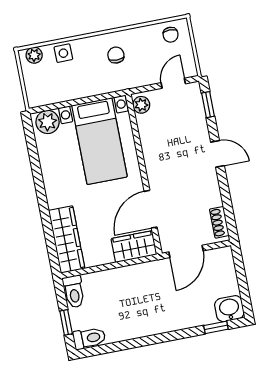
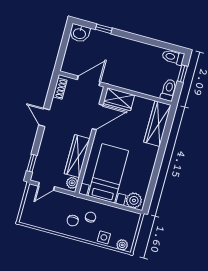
chair: (171, 35) -> (91, 217), moved
wardrobe: (152, 144) -> (77, 156), added
door: (218, 154) -> (44, 117), moved
window: (216, 327) -> (104, 29), moved

